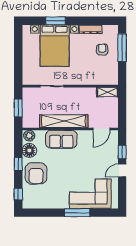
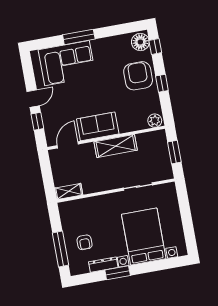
window: (56, 21) -> (118, 273), moved
shelving: (64, 121) -> (116, 146), width x0.68
sofa: (61, 139) -> (98, 126), moved
floor lamp: (29, 150) -> (140, 42), moved

